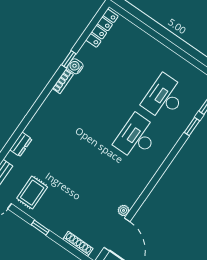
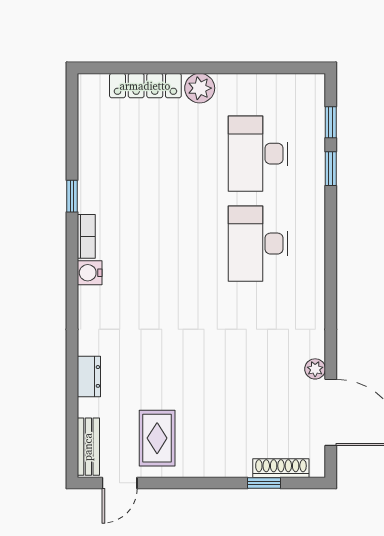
locker: (102, 28) -> (145, 86), moved, turned 90
plant: (159, 51) -> (200, 88), added
water cooler: (75, 66) -> (90, 273), moved
window: (40, 228) -> (264, 483), moved

